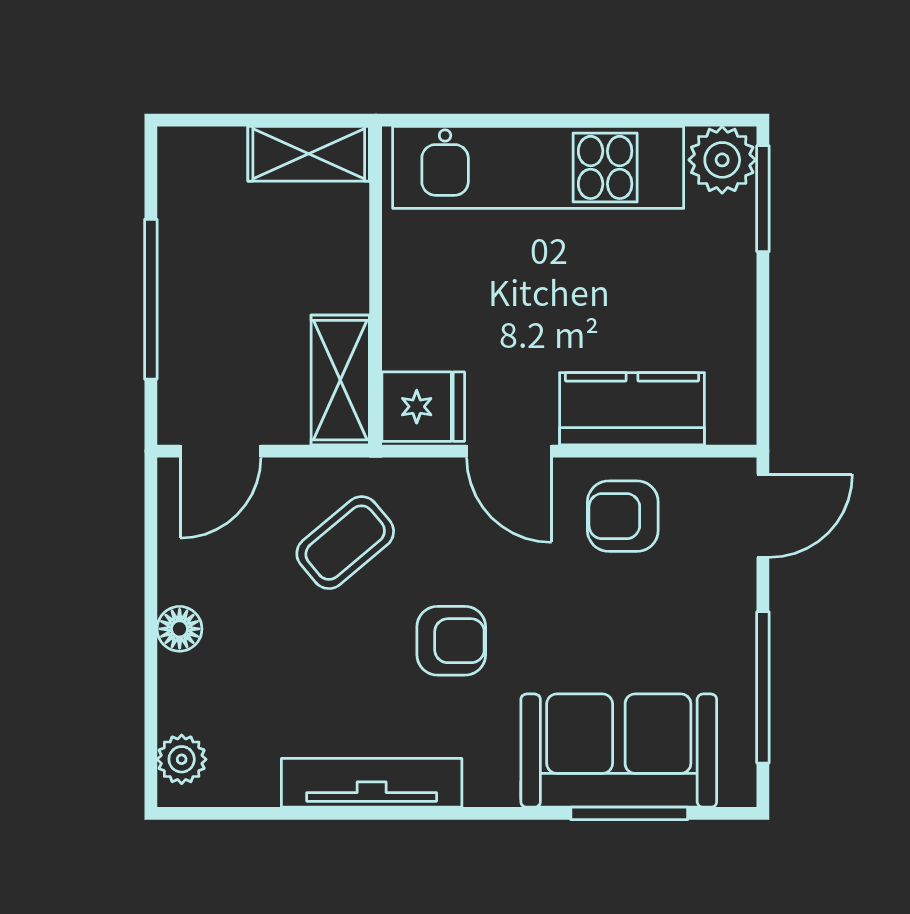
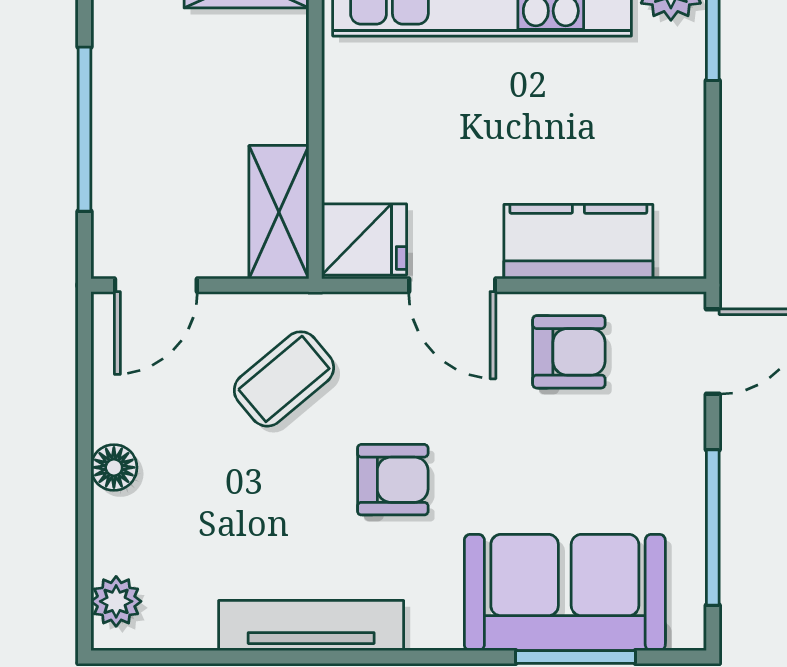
armchair: (623, 516) -> (569, 352), turned 180

